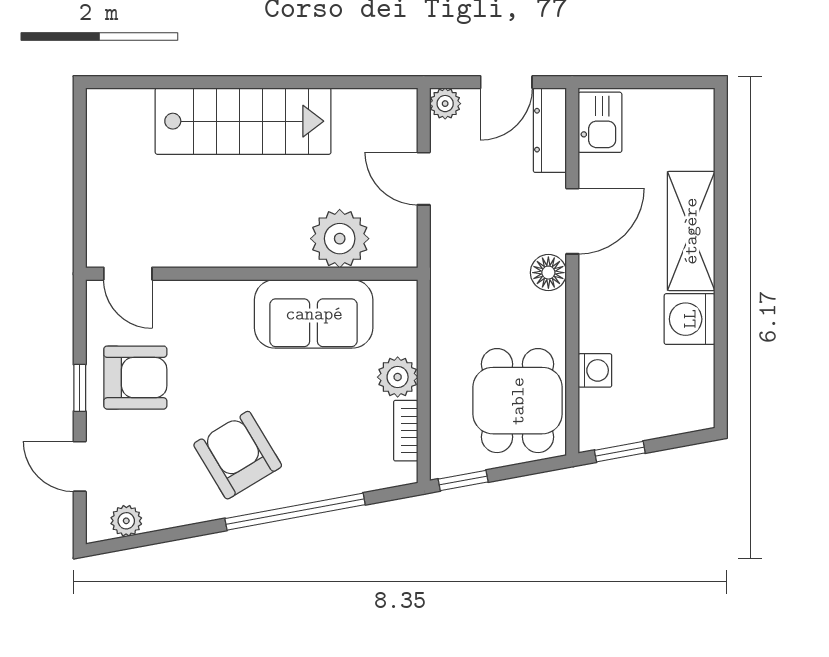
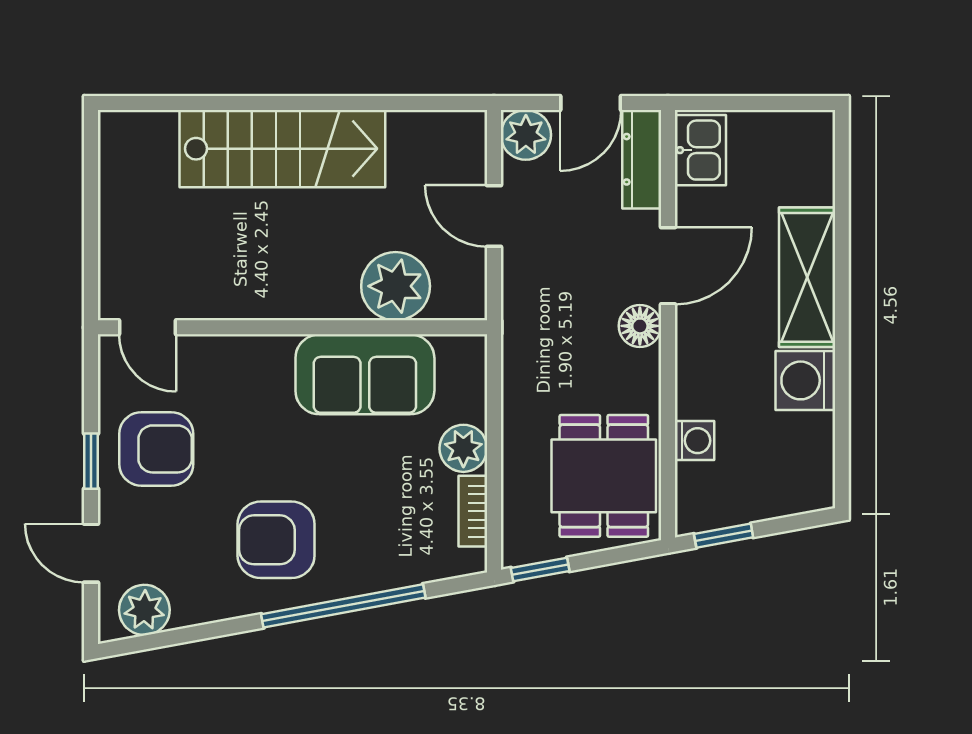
plant: (445, 104) -> (526, 135), width x1.38, depth x1.38
armchair: (238, 455) -> (276, 540), turned -59
plant: (126, 521) -> (144, 610), width x1.38, depth x1.38

